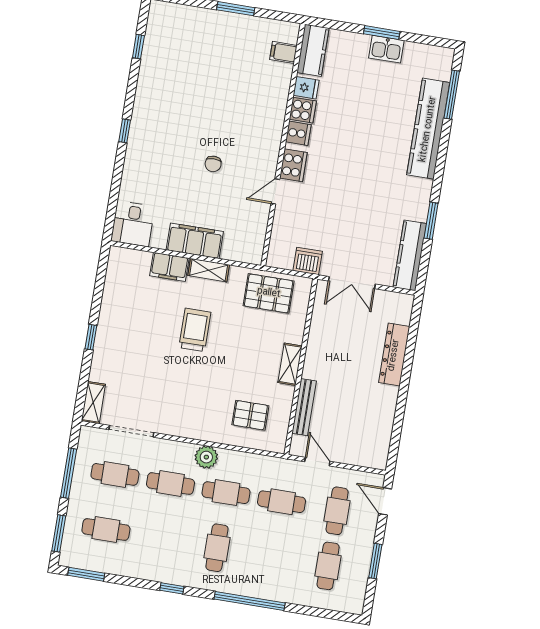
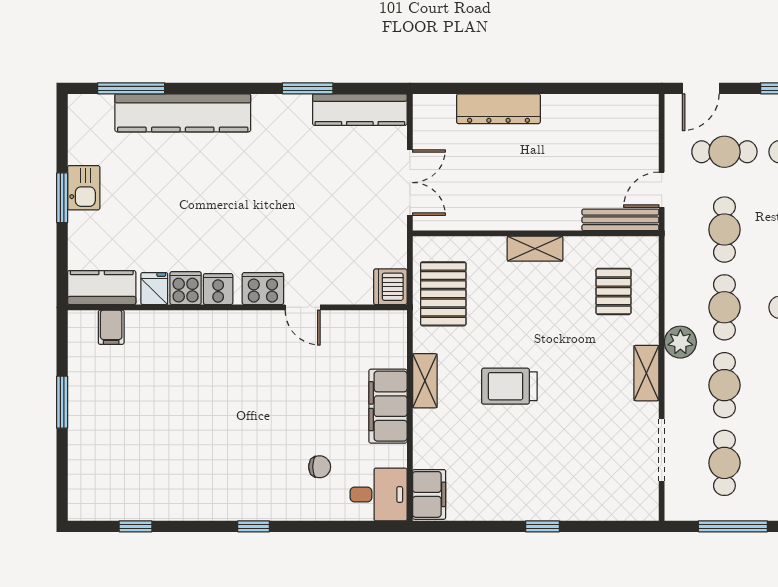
chair: (213, 164) -> (320, 467), moved
dishwasher: (308, 261) -> (390, 287), moved
filing cabinet: (169, 267) -> (429, 494), moved
shelving: (93, 403) -> (646, 373), moved, turned 90
bench: (304, 407) -> (620, 220), moved

